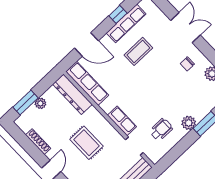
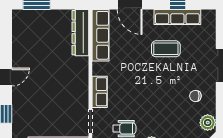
plant: (40, 103) -> (48, 16), removed
shoe rack: (38, 142) -> (17, 45), removed
rug: (86, 143) -> (55, 82), removed

